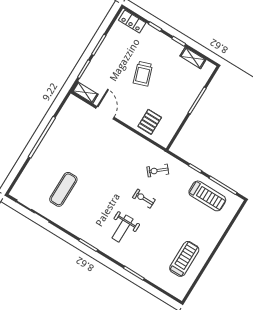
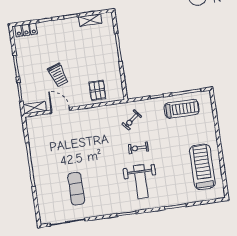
trolley: (143, 74) -> (58, 75), moved
weight bench: (122, 229) -> (141, 182), width x1.36, depth x1.33
treadmill: (184, 259) -> (202, 167), width x1.37, depth x1.38

